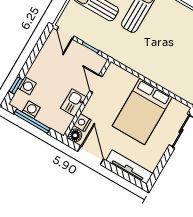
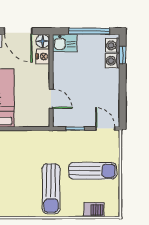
kitchen sink: (74, 103) -> (65, 43), moved, turned 90
washing machine: (31, 110) -> (113, 45), moved, turned 90

